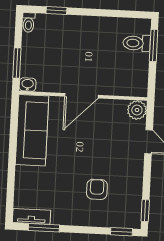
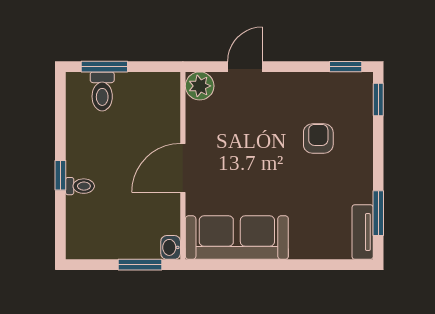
window: (56, 10) -> (60, 175), moved
toilet: (29, 22) -> (80, 186), moved
door: (81, 96) -> (183, 168), swing flipped
armchair: (97, 189) -> (318, 138), turned 90

